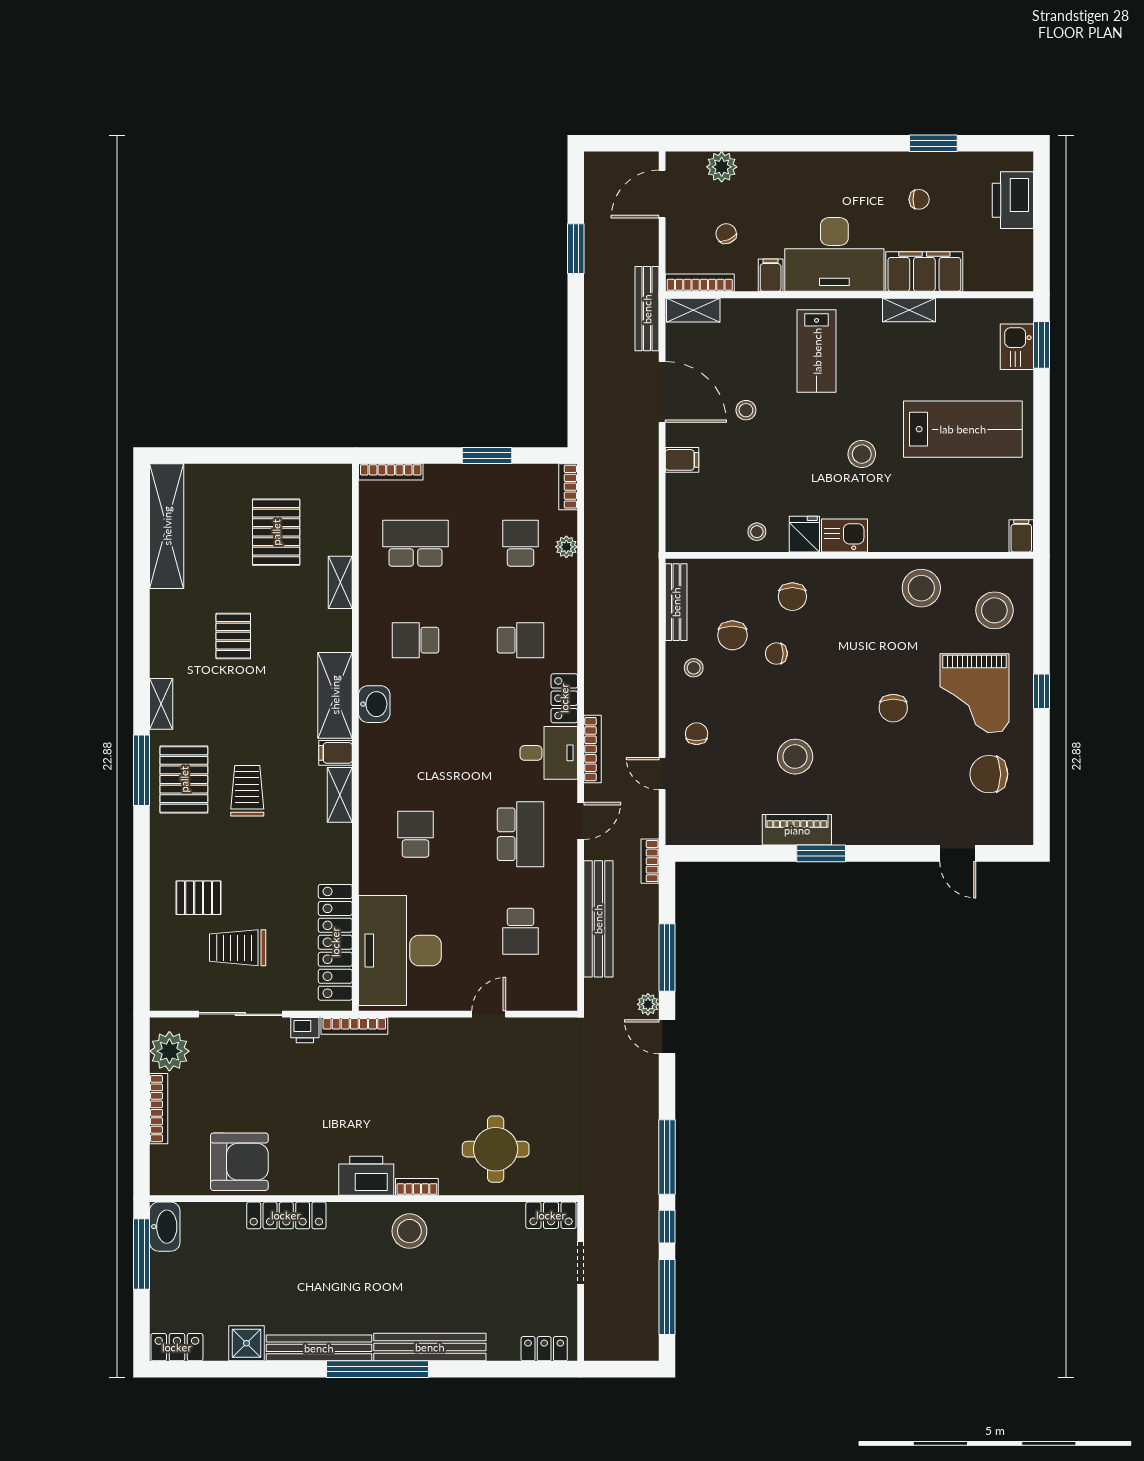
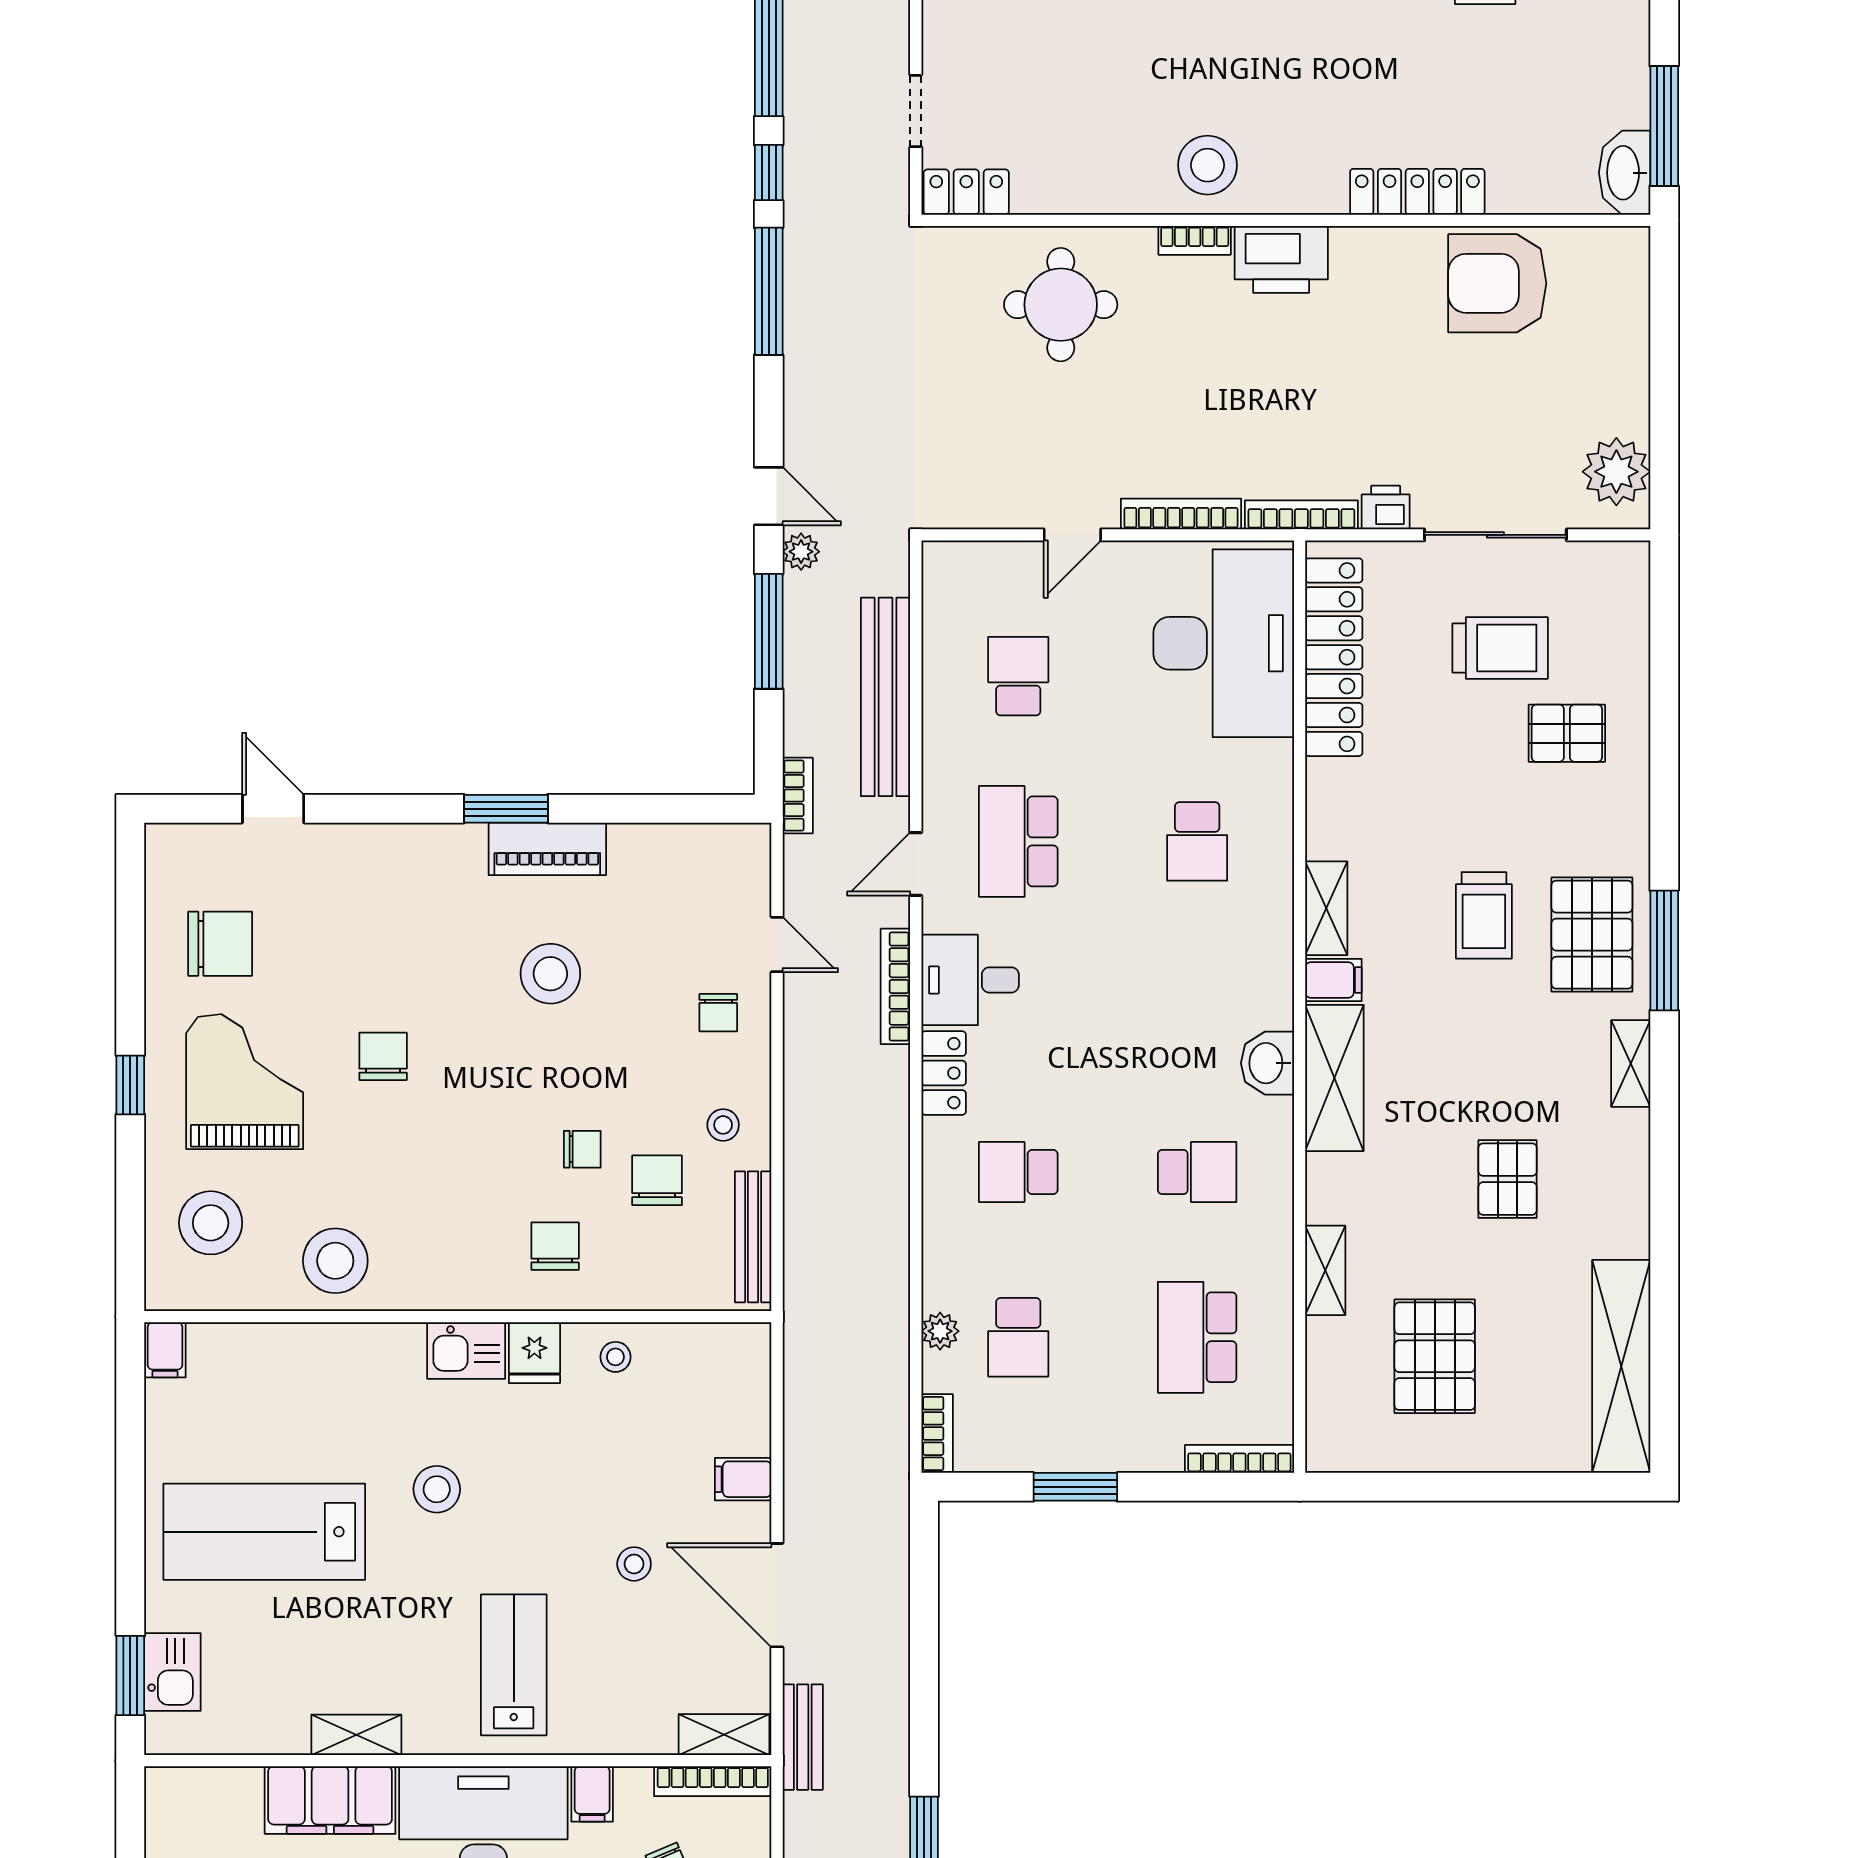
bench: (647, 309) -> (803, 1737), width x0.73
school desk: (416, 543) -> (1197, 1337), turned 90
bookcase: (159, 1109) -> (1181, 514), moved, turned 90

